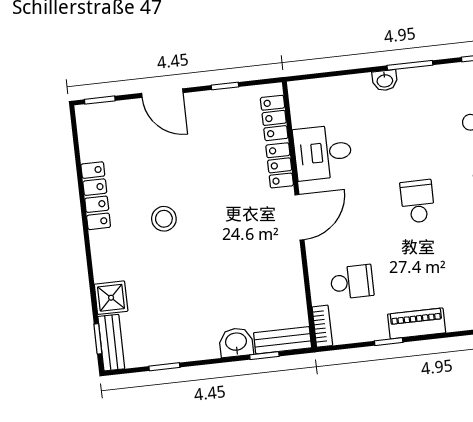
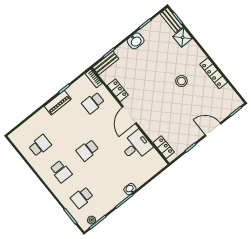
locker: (280, 165) -> (118, 90), moved
school desk: (418, 201) -> (87, 150), turned 90
washbasin: (236, 342) -> (136, 41), moved

